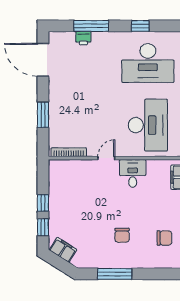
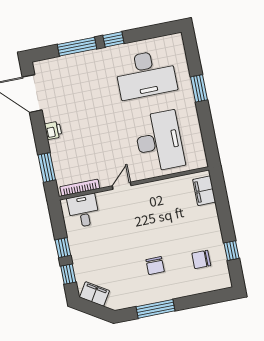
window: (140, 26) -> (113, 39), moved
printer: (83, 38) -> (53, 130), moved, turned -90
window: (43, 115) -> (47, 167), moved
desk: (133, 173) -> (83, 211), moved
chair: (164, 238) -> (201, 259), turned 180

